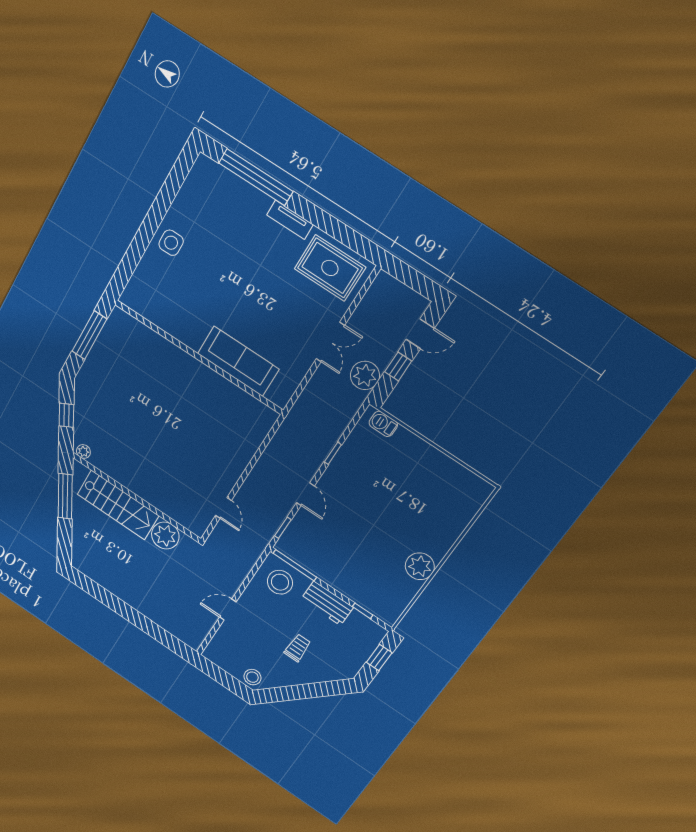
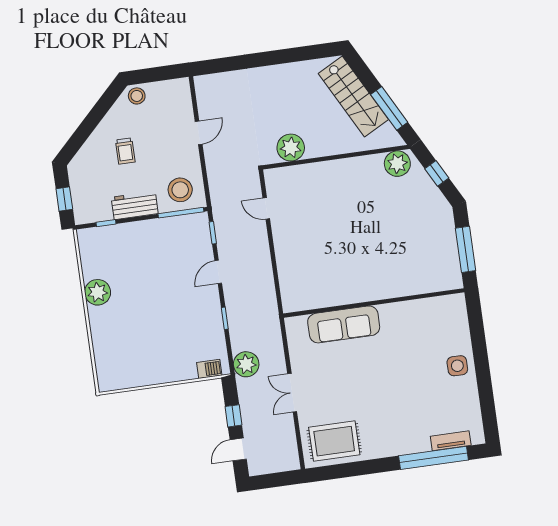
tv unit: (290, 220) -> (451, 441), moved
plant: (365, 375) -> (246, 364), moved
plant: (83, 452) -> (397, 164), width x1.88, depth x1.88
door: (305, 494) -> (218, 272), hinge flipped
stairs: (118, 505) -> (353, 96), moved, turned -118

